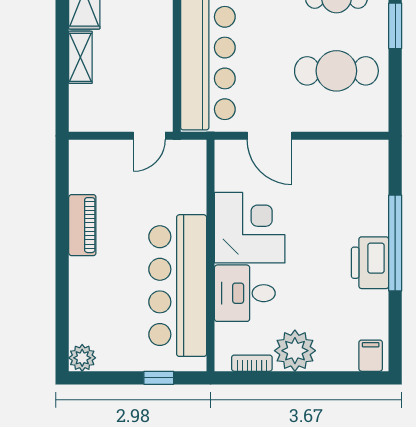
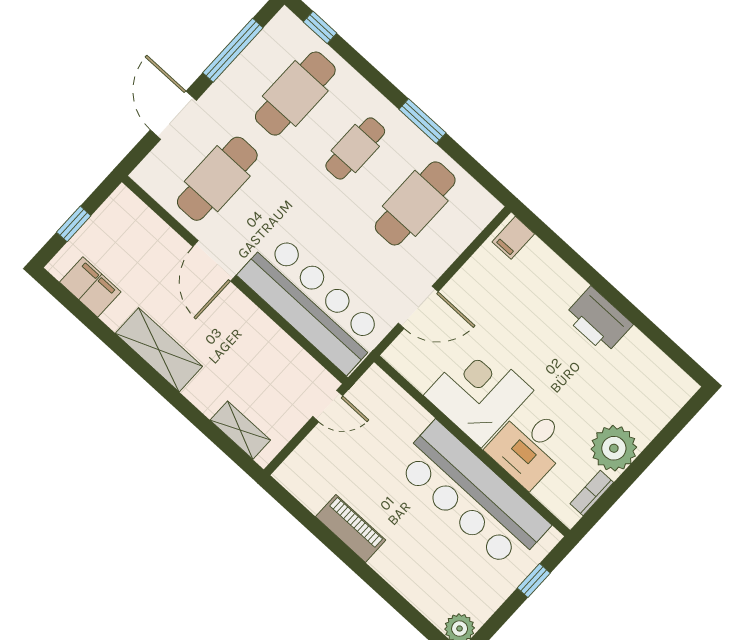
shelving: (80, 57) -> (240, 430), moved
door: (149, 136) -> (328, 406), hinge flipped
window: (395, 243) -> (601, 285), removed
filing cabinet: (371, 356) -> (513, 238), moved, turned -90

